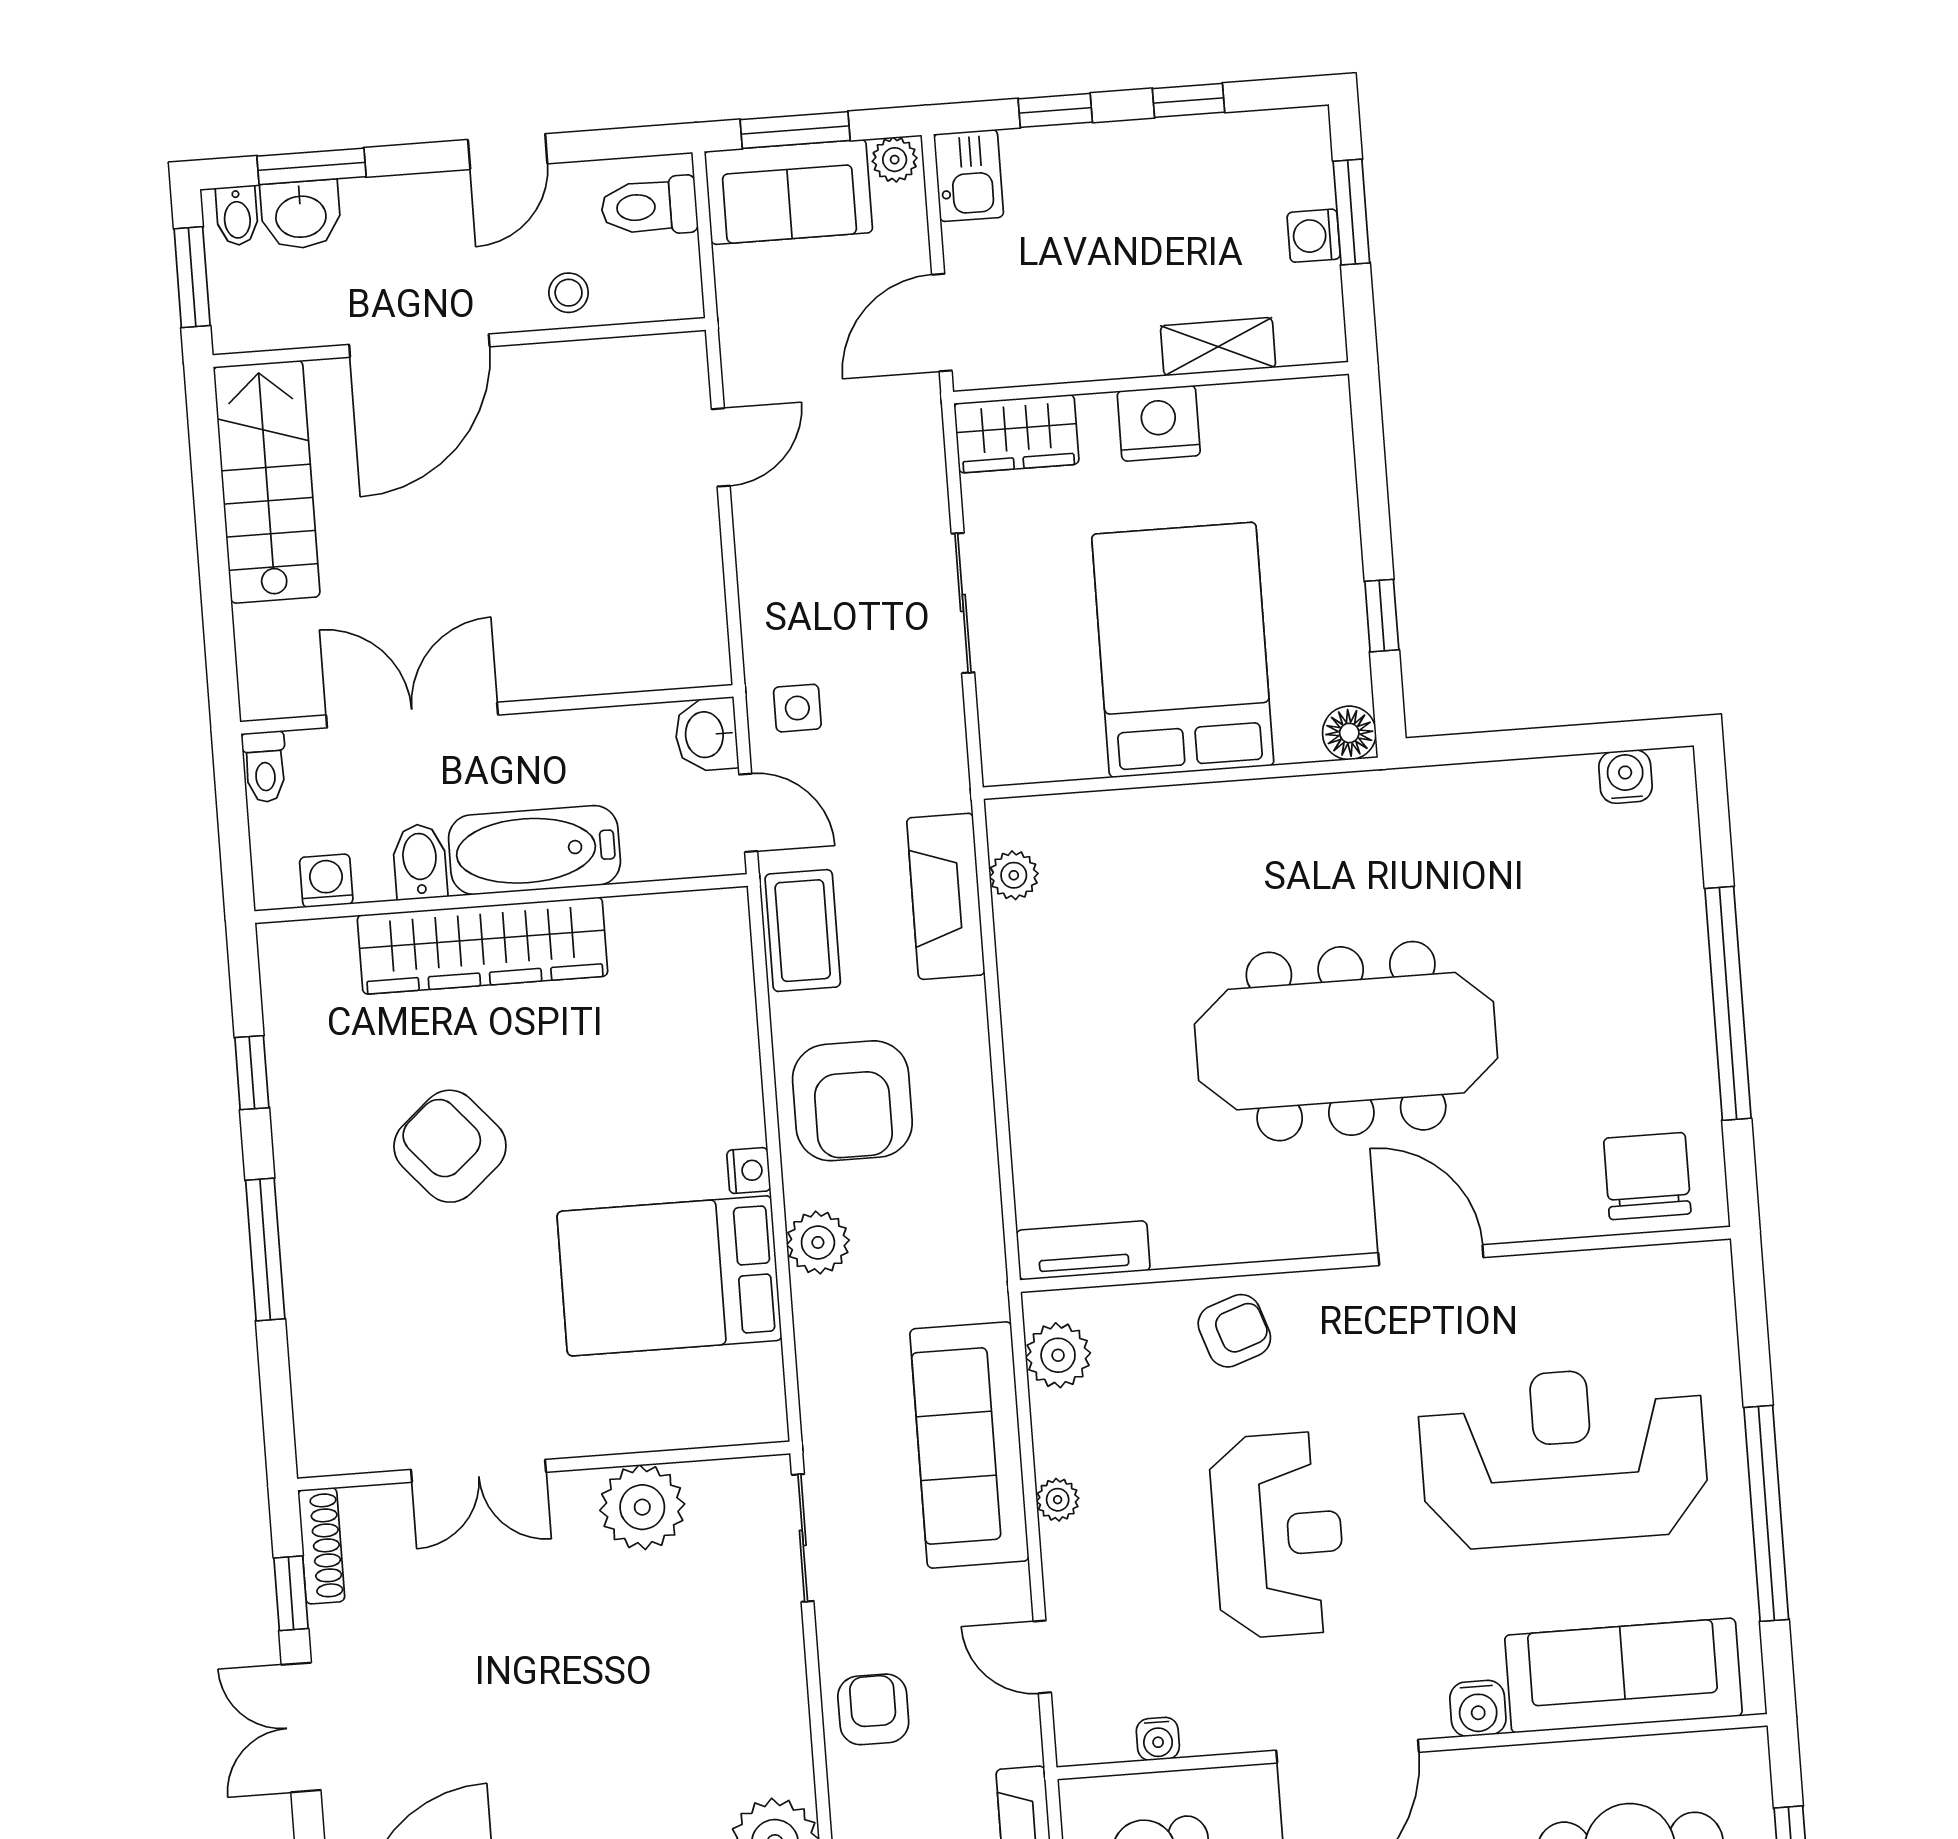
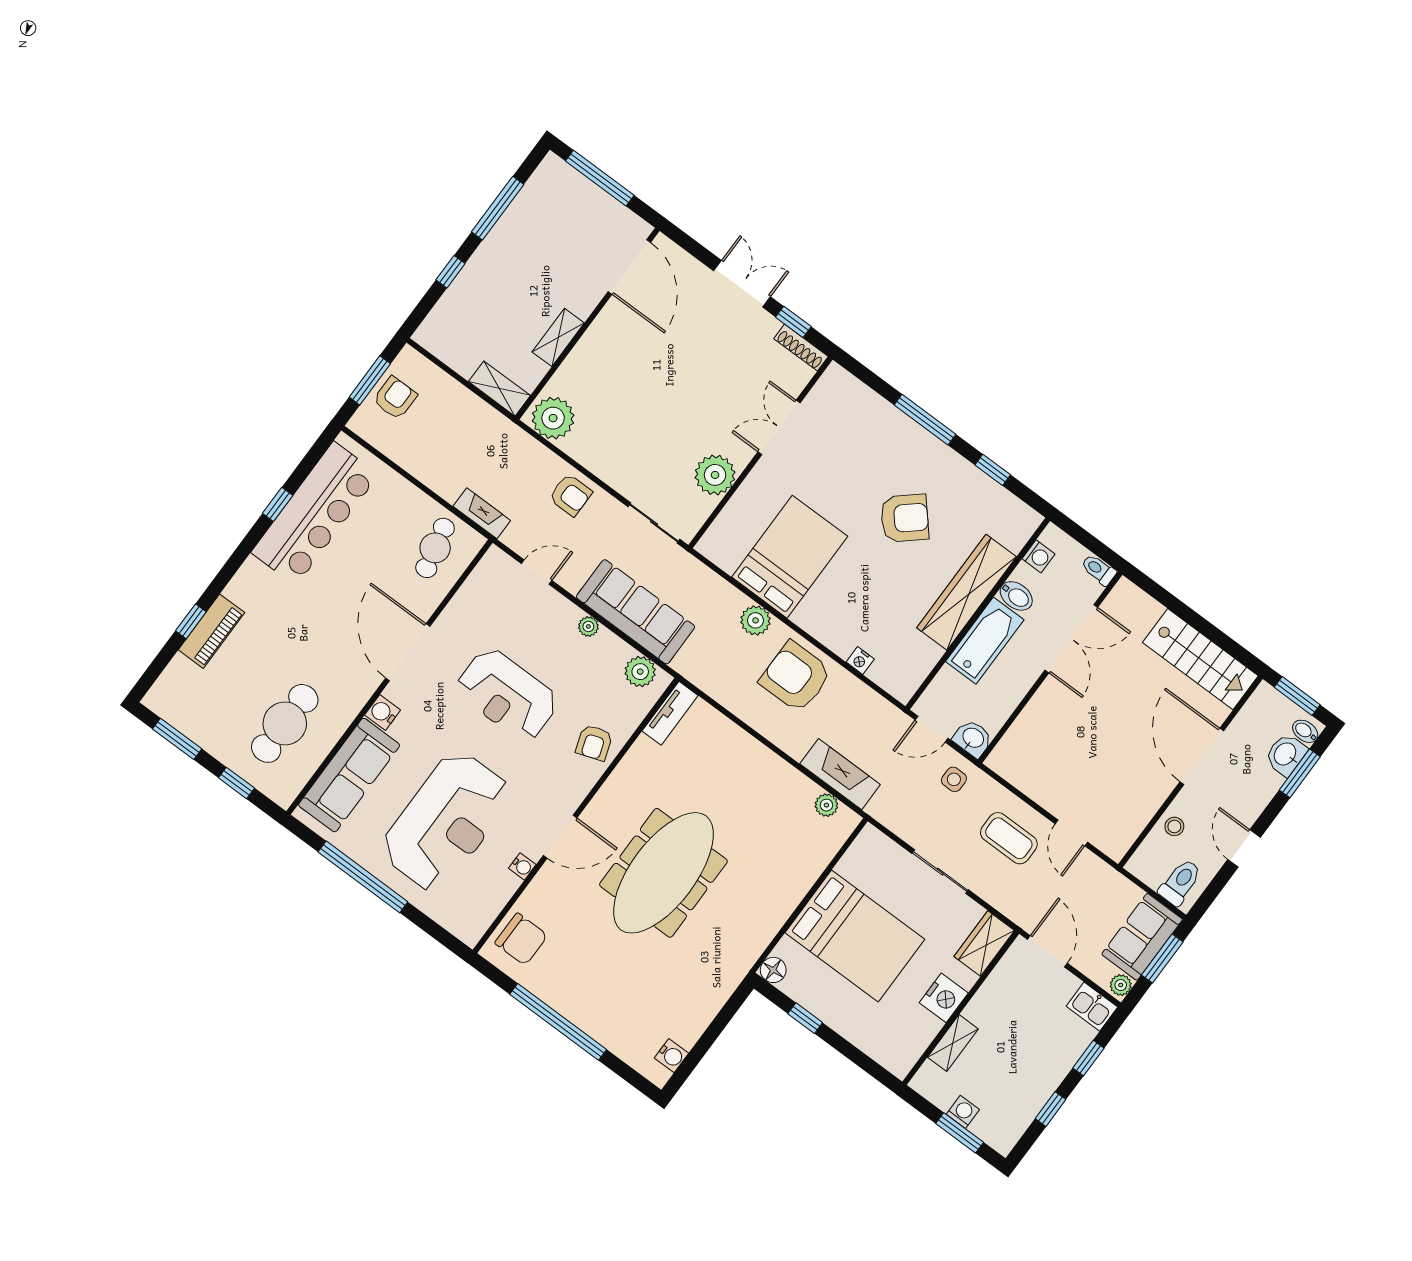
coffee table: (803, 931) -> (1009, 838), moved
nightstand: (749, 1171) -> (860, 660), moved
water cooler: (1158, 1739) -> (522, 866), moved, turned 180

